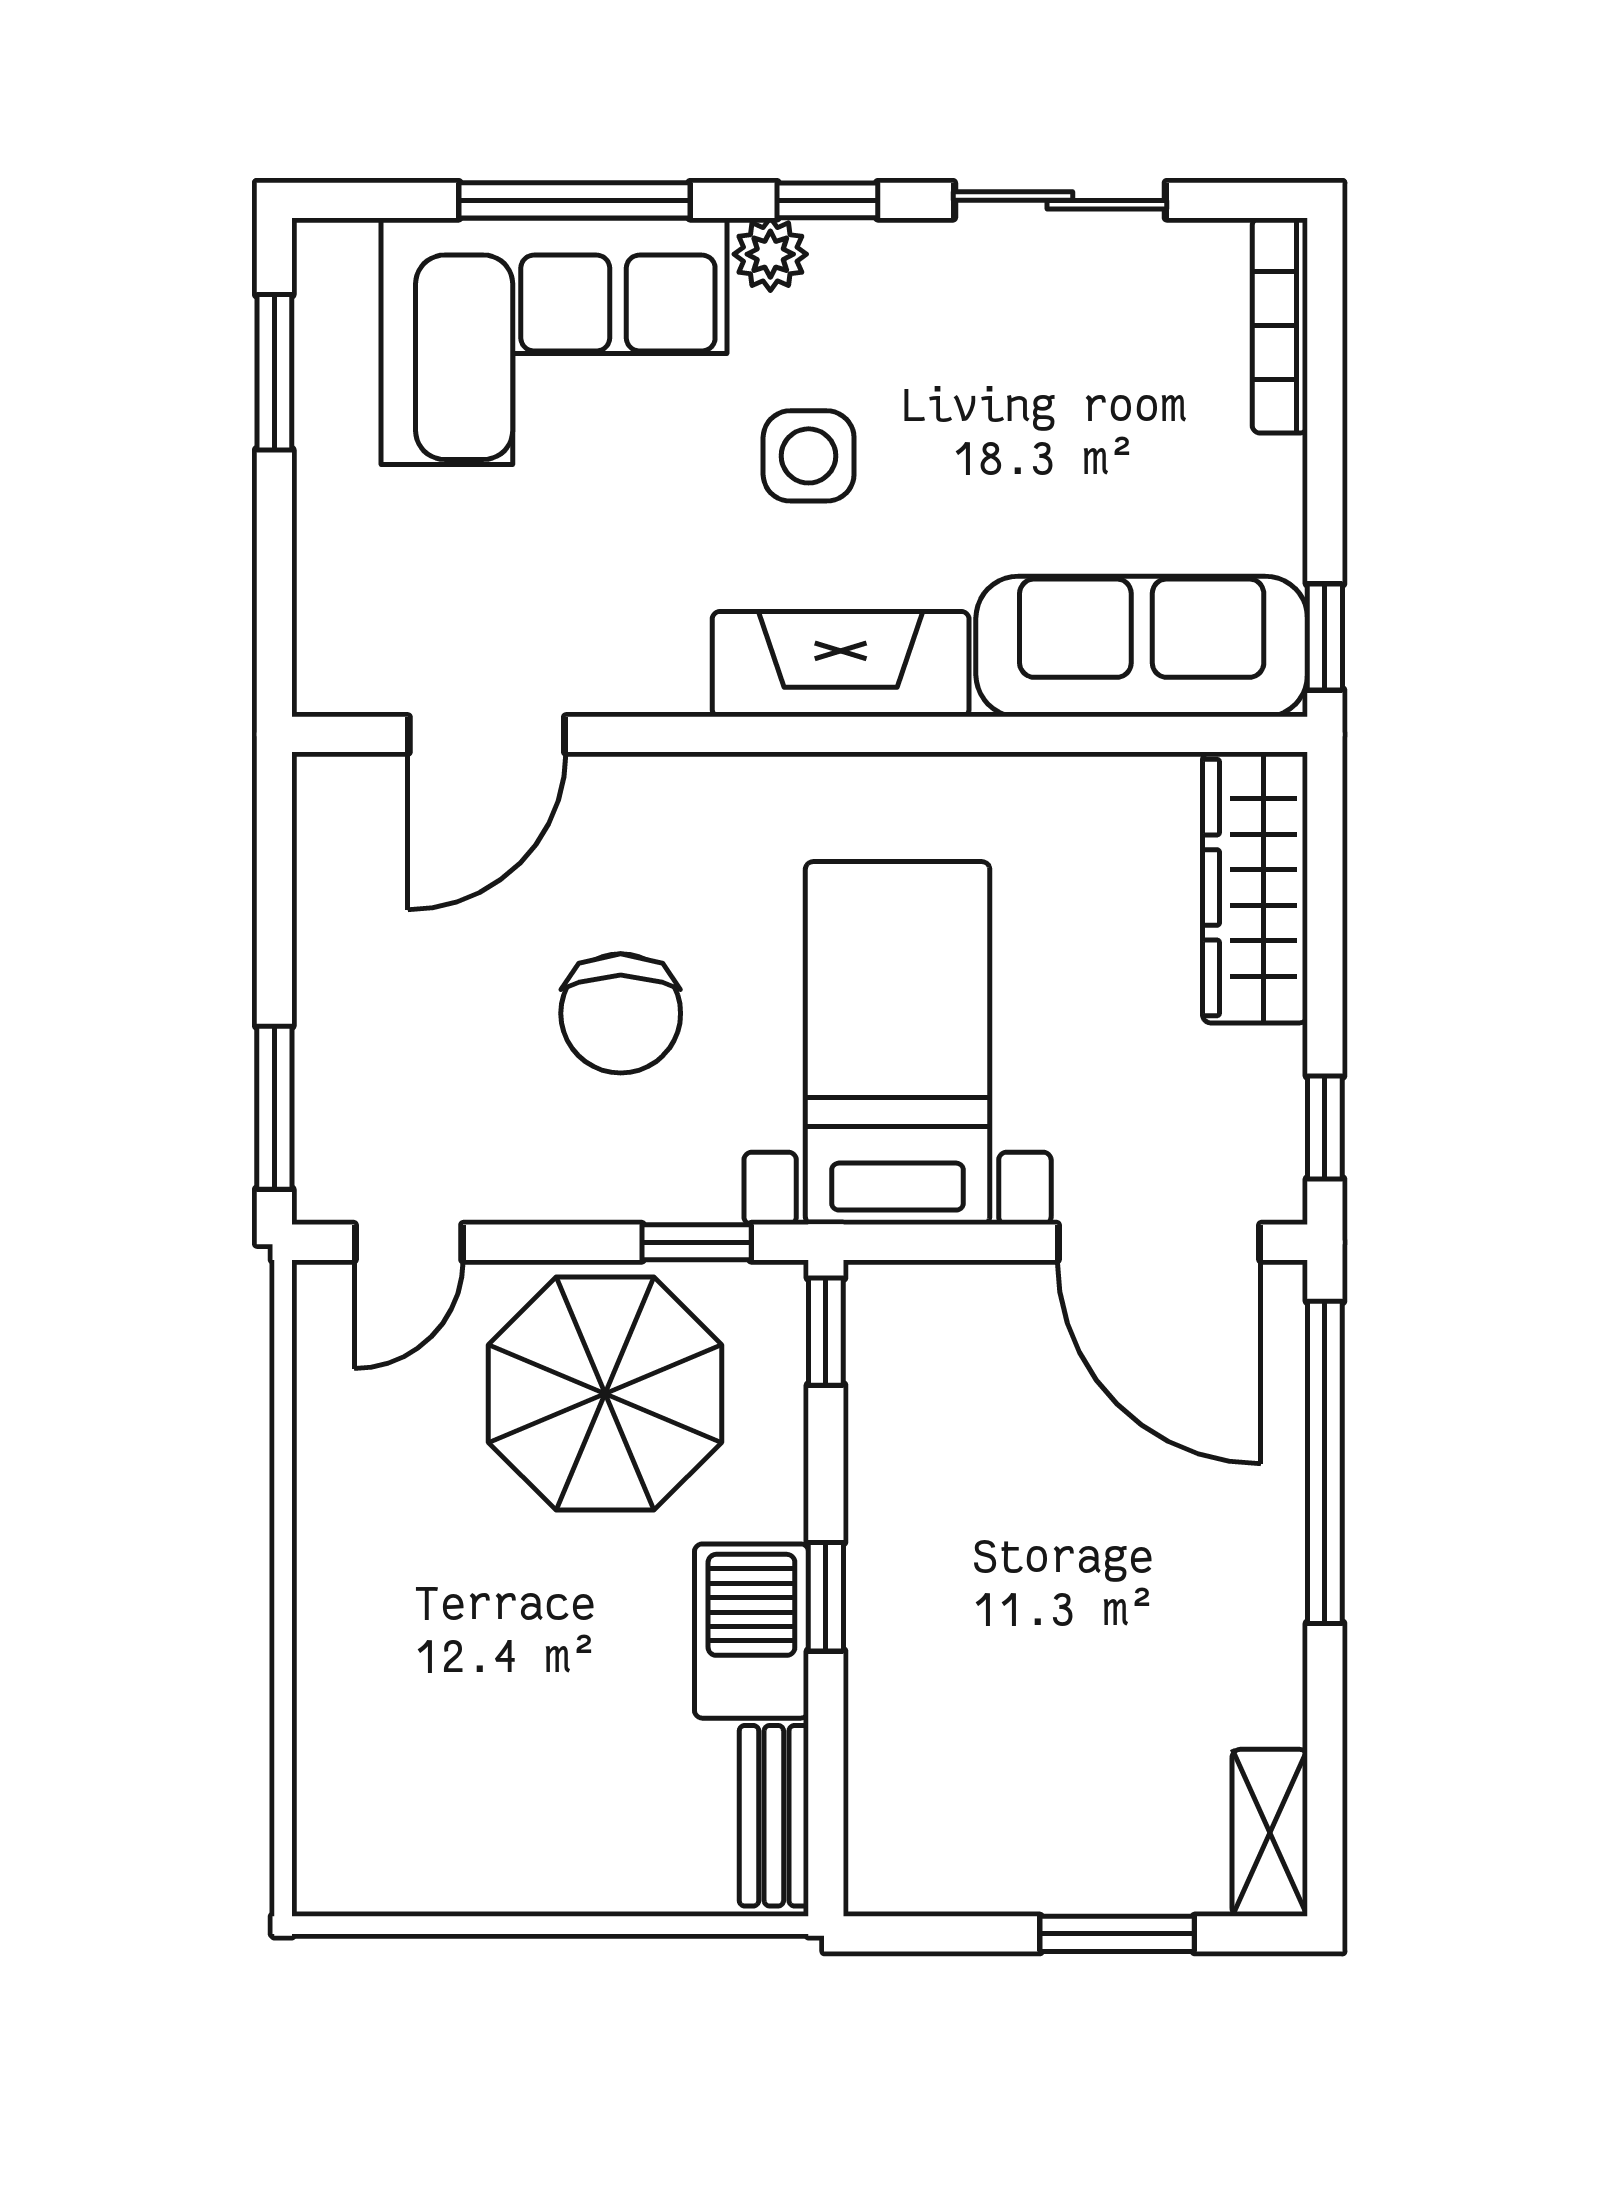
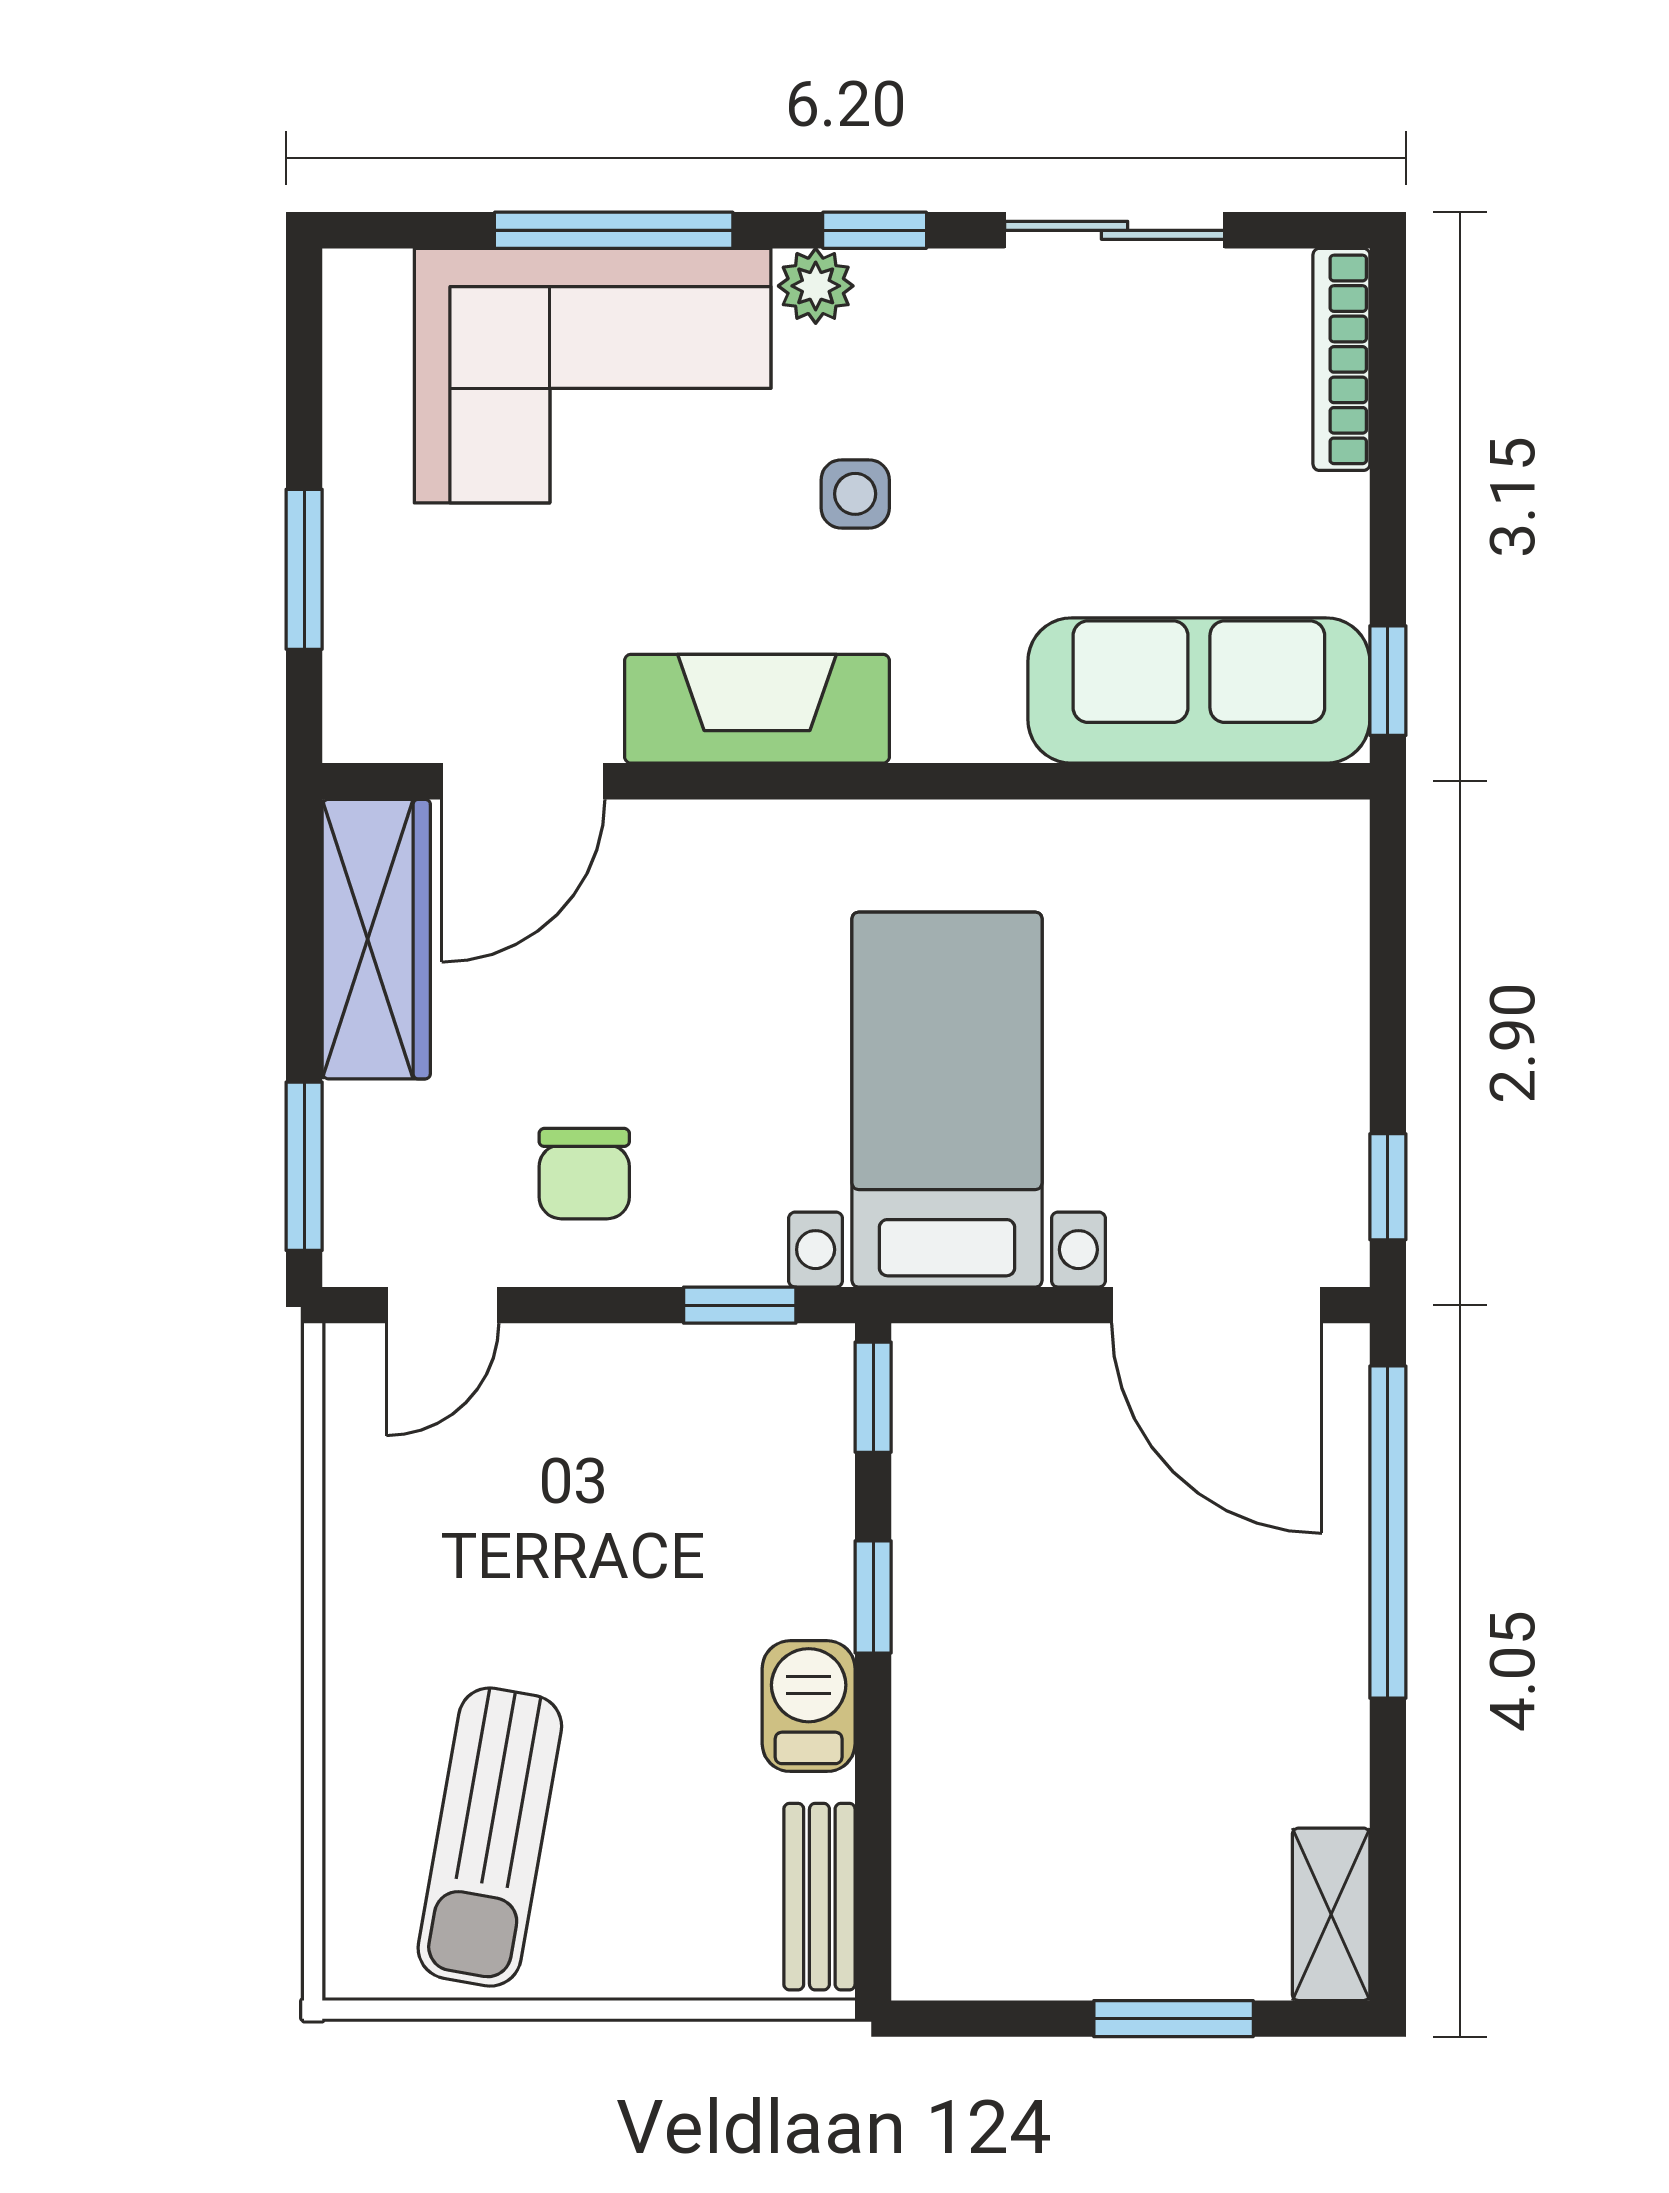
window: (274, 372) -> (304, 569), moved
side table: (809, 456) -> (855, 494), width x0.73, depth x0.73
fireplace: (841, 664) -> (757, 709), moved
wardrobe: (1255, 887) -> (376, 939), moved, turned 180
chair: (621, 1013) -> (584, 1174), moved, width x0.73, depth x0.73
parasol: (605, 1394) -> (645, 1461), removed
window: (826, 1597) -> (873, 1597), moved
barbecue: (751, 1631) -> (809, 1706), width x0.73, depth x0.79
sun lounger: (454, 1758) -> (490, 1837), added

